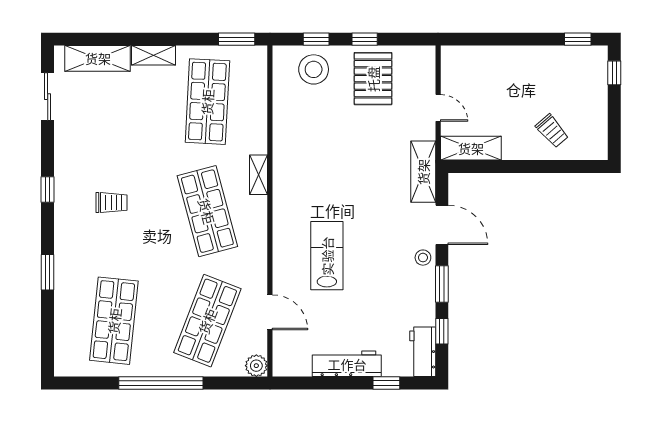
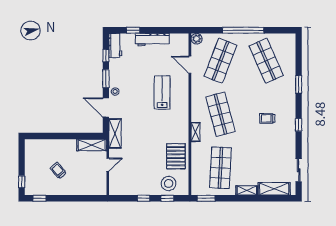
pallet: (373, 79) -> (176, 156), moved
door: (438, 108) -> (108, 165), swing flipped
trolley: (552, 131) -> (58, 170), moved
lab bench: (327, 256) -> (162, 92), turned 180
shop shelf: (114, 321) -> (266, 61), turned -30

